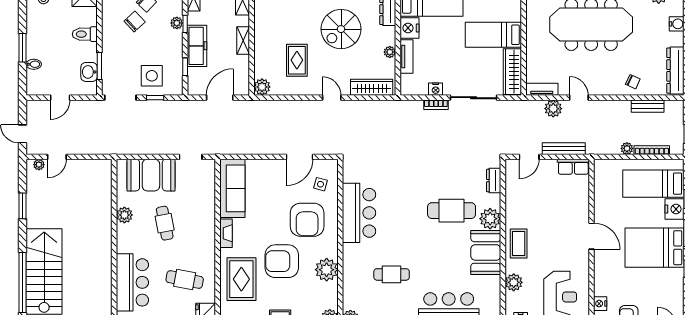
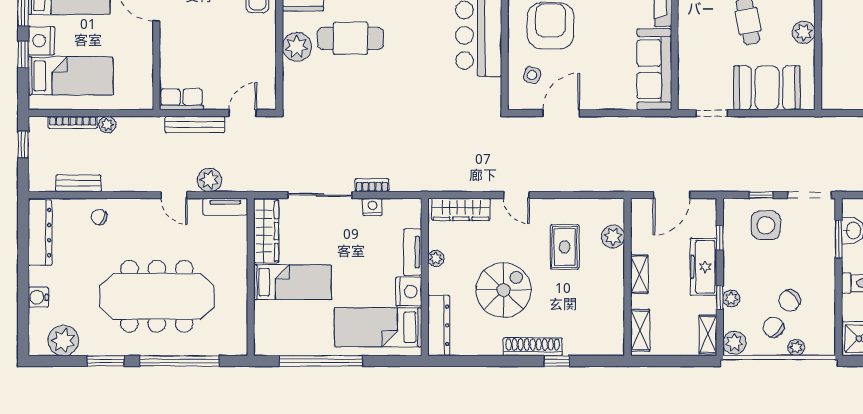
plant: (262, 87) -> (613, 237), moved
dresser: (494, 181) -> (292, 80), removed
plant: (490, 219) -> (297, 47), moved

